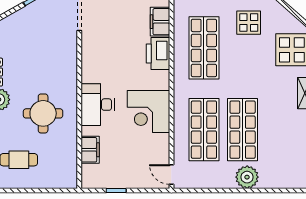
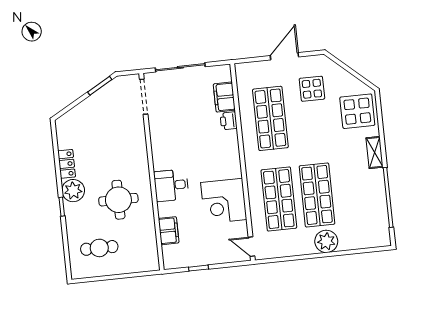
printer: (158, 53) -> (229, 121), width x0.53, depth x0.68
desk: (98, 105) -> (171, 185), width x0.73
corner desk: (148, 112) -> (224, 201), moved

